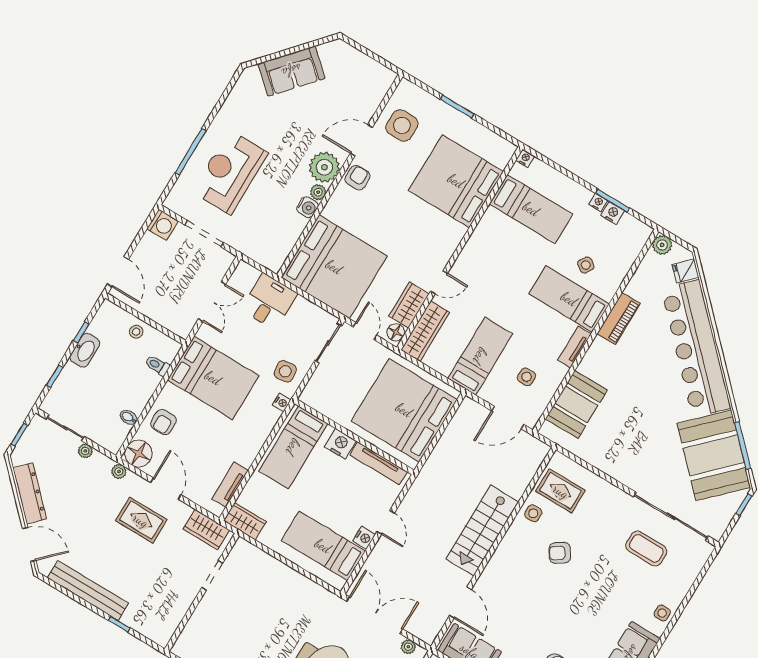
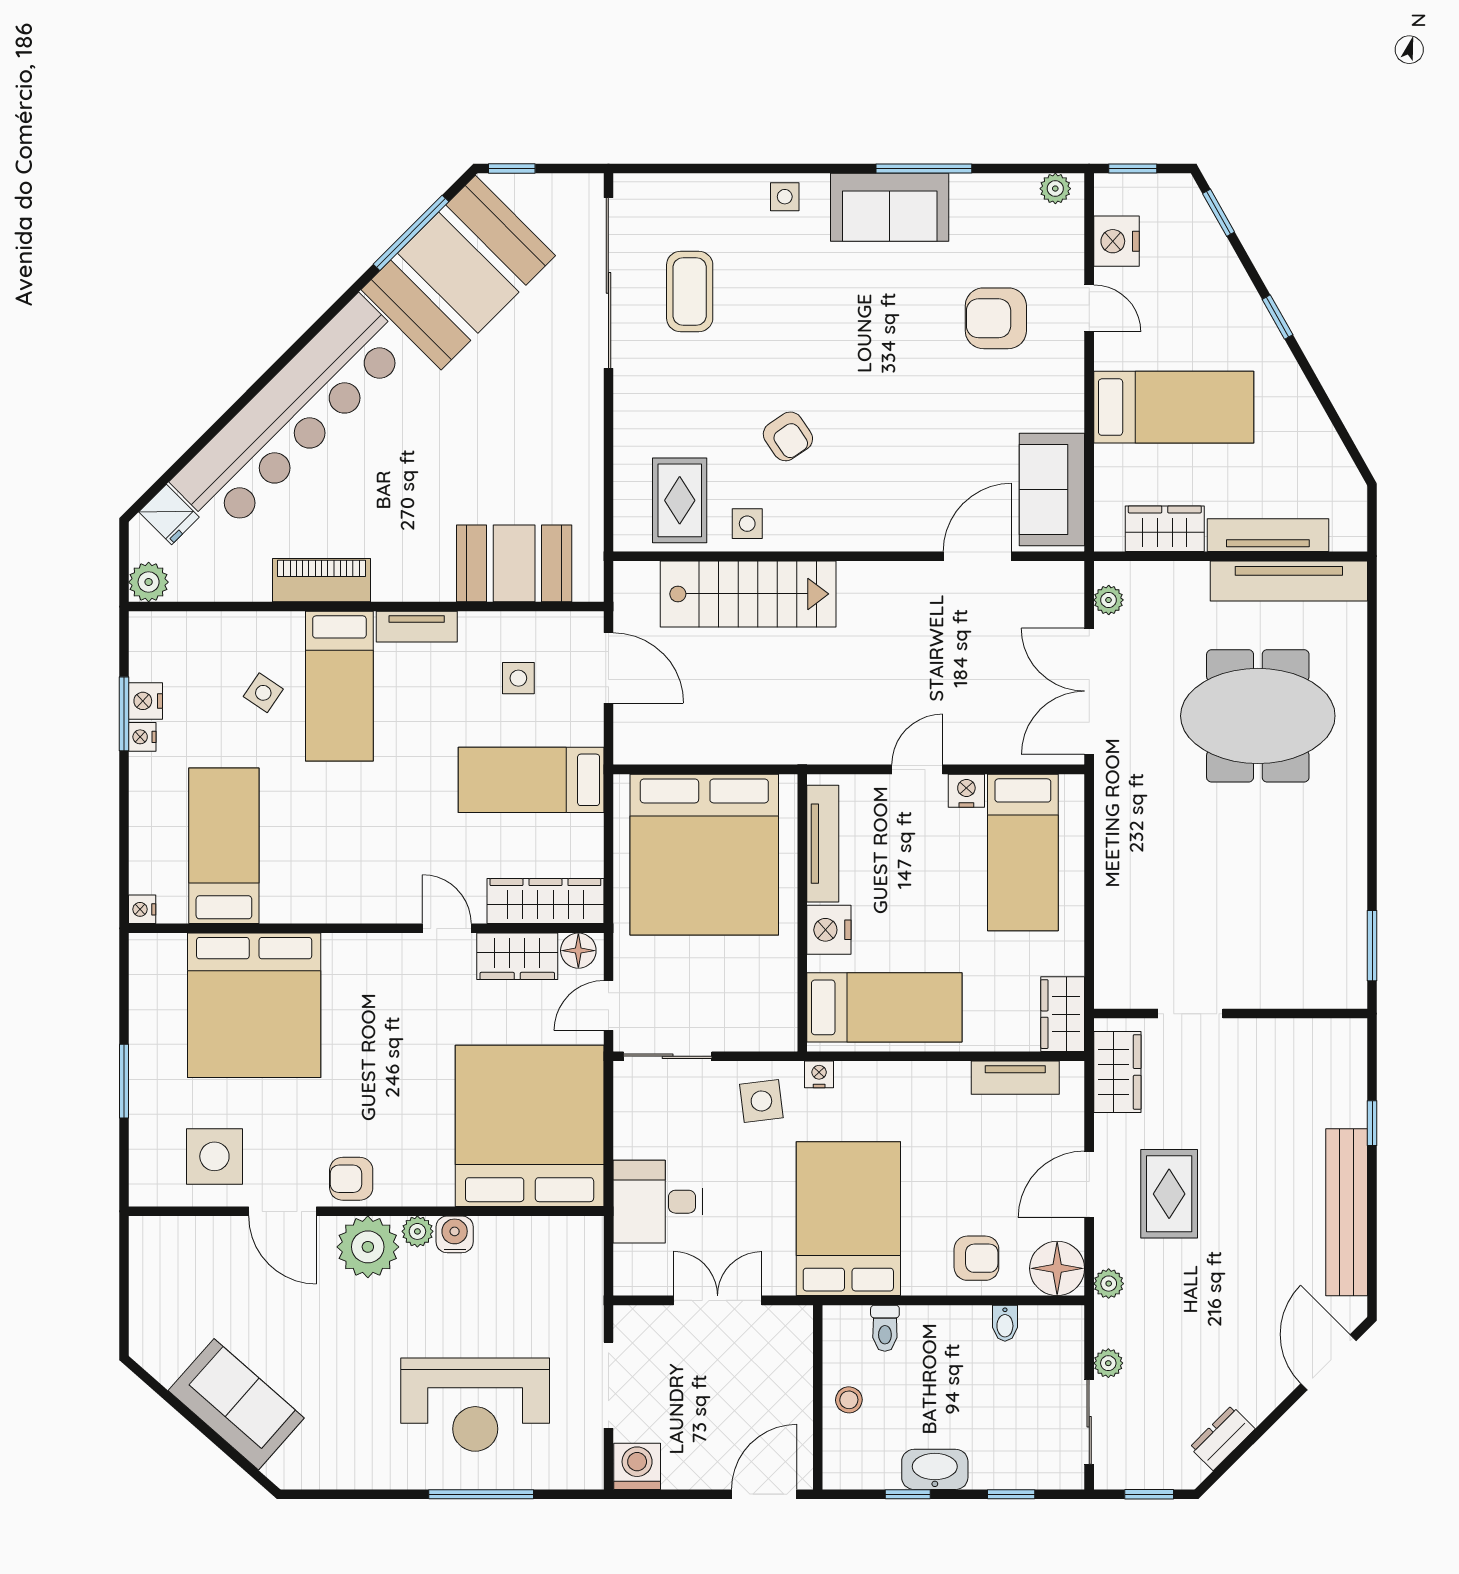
dresser: (30, 493) -> (1222, 1438), width x0.51, depth x0.80
stairs: (482, 530) -> (748, 594), moved

